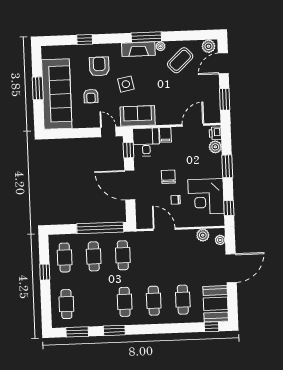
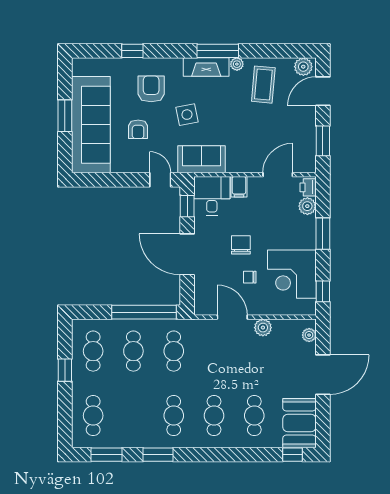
coffee table: (180, 60) -> (263, 85), turned -42
plant: (203, 235) -> (263, 328), moved

